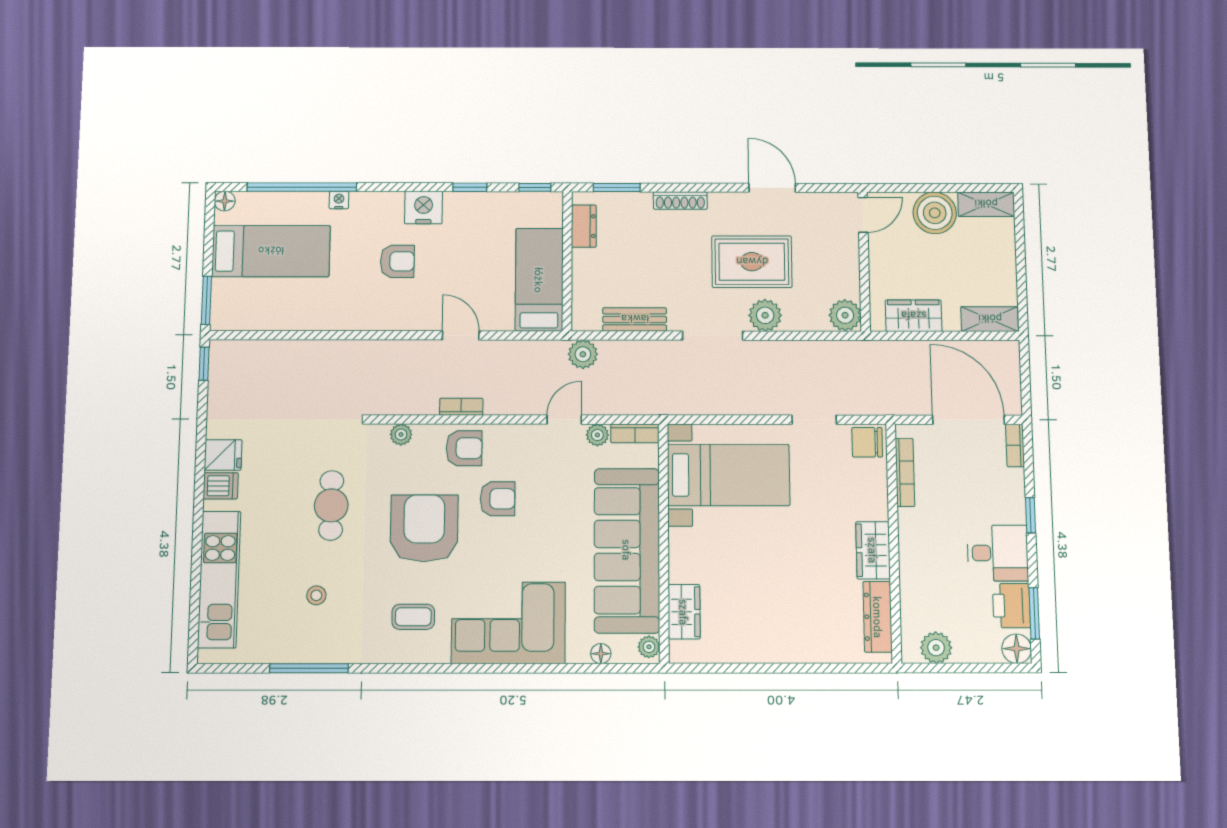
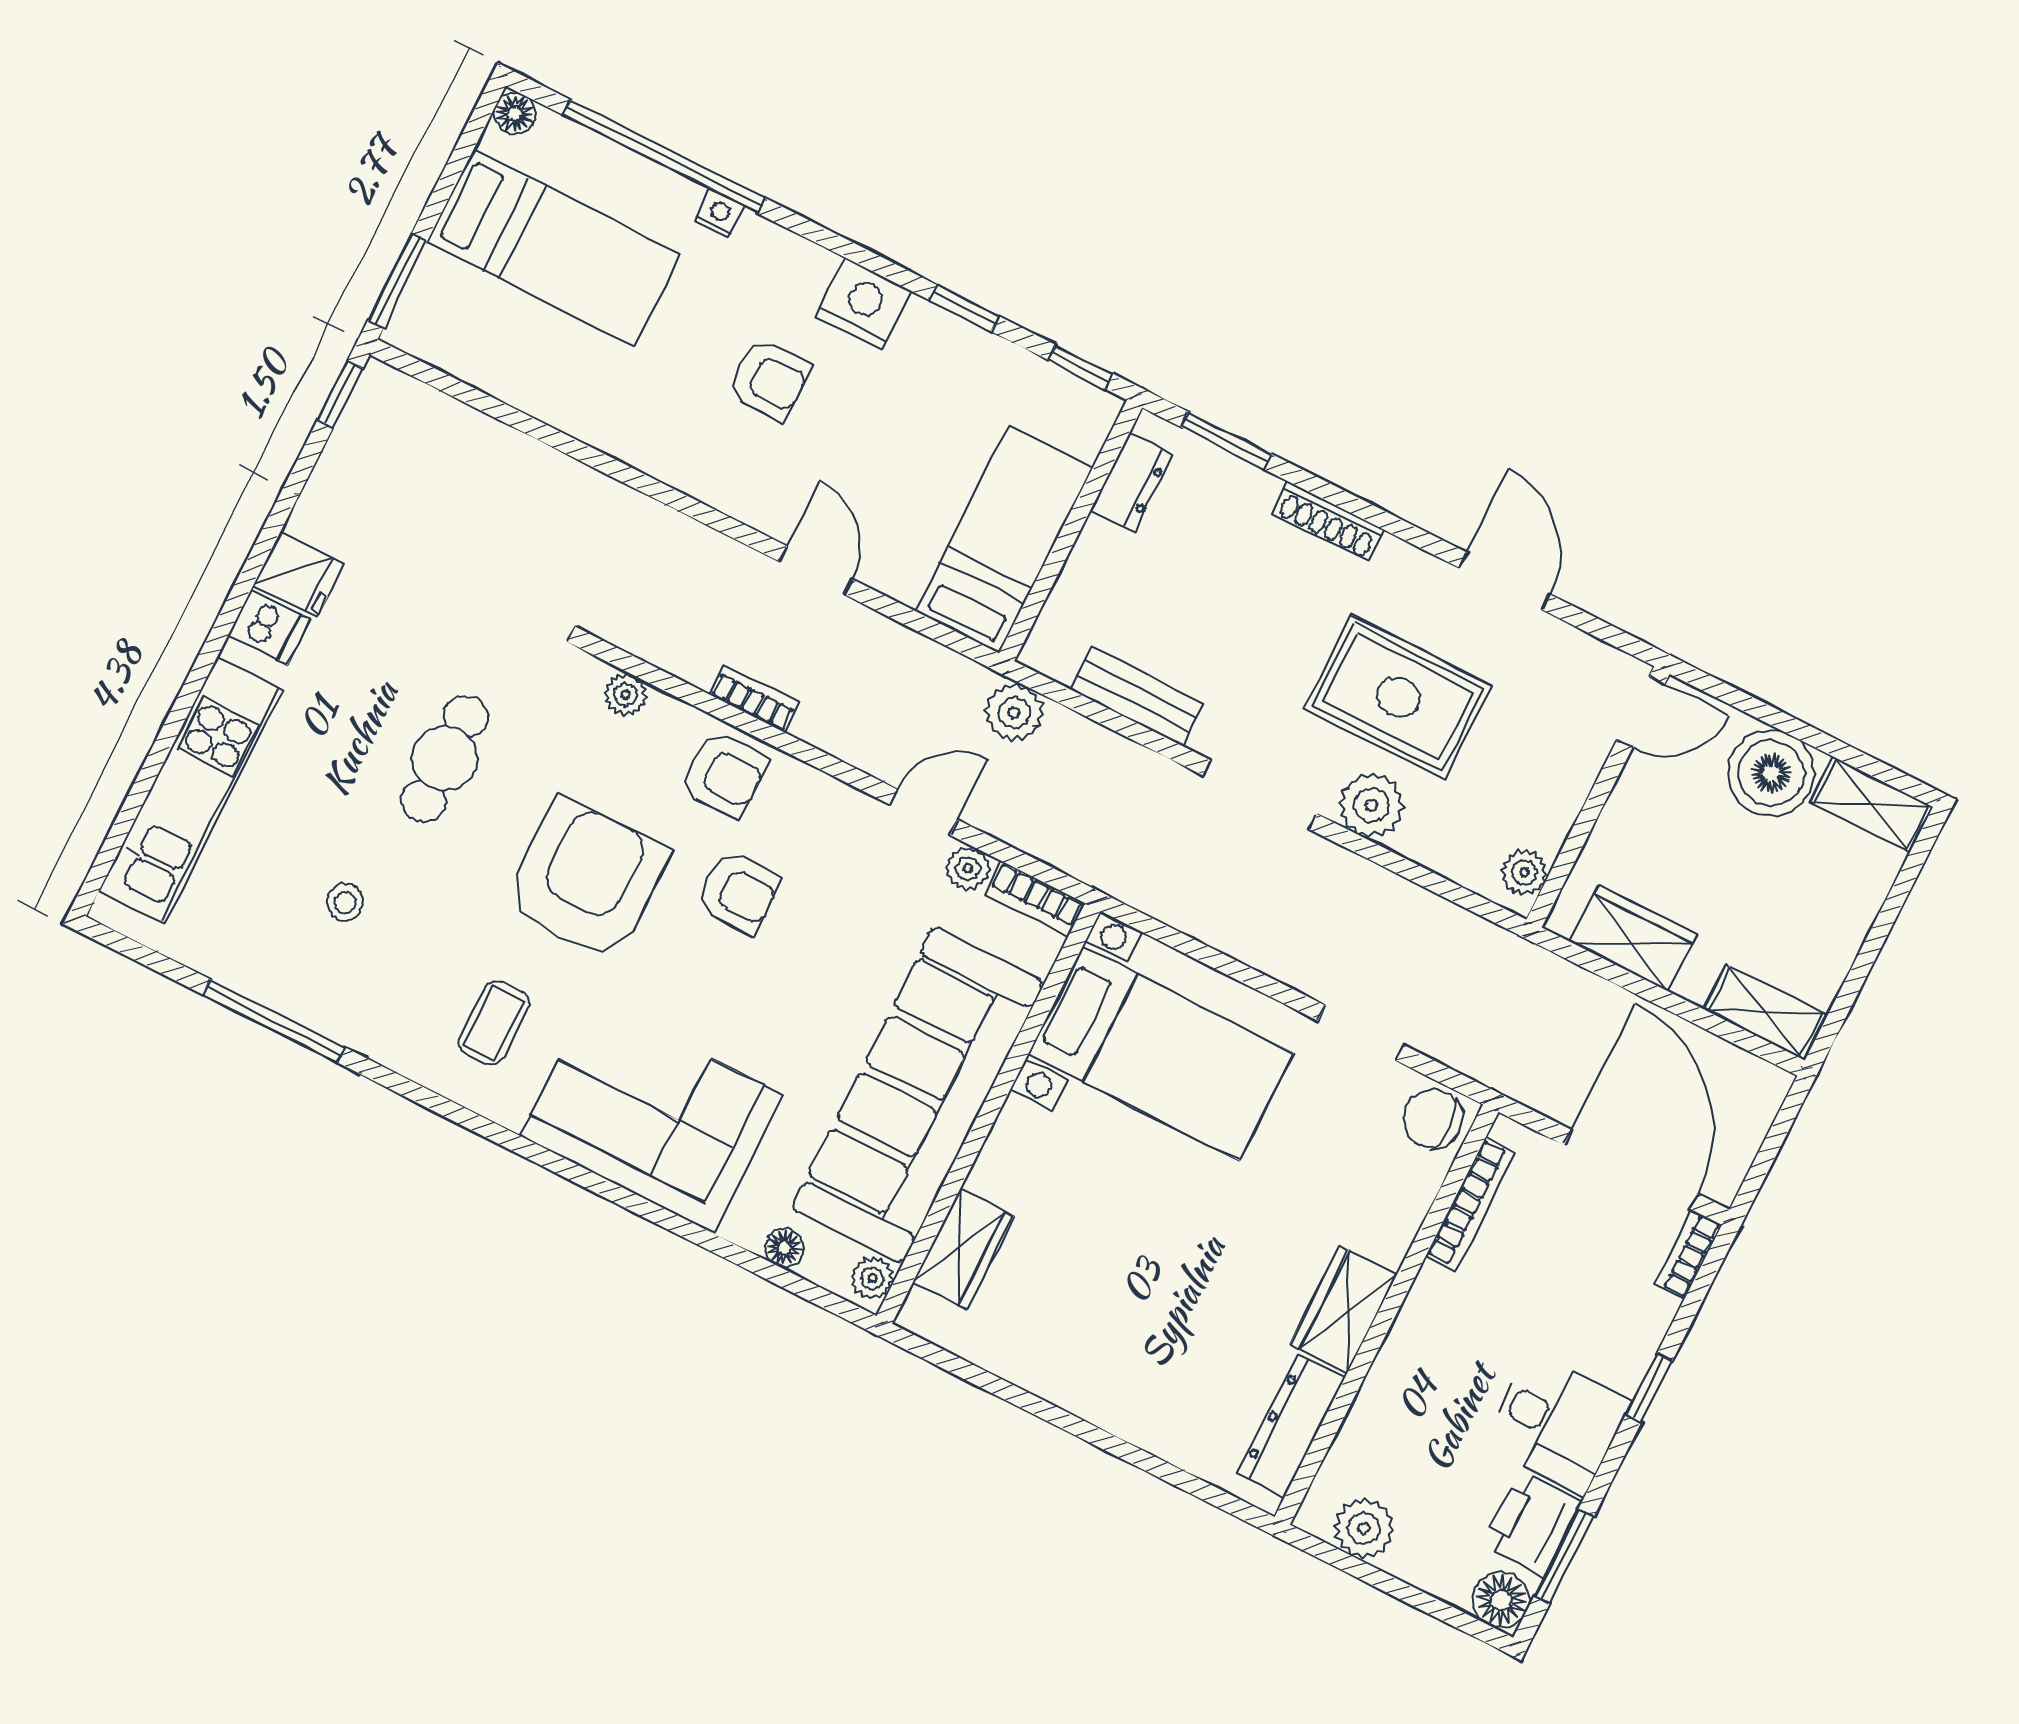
plant: (845, 315) -> (1524, 872), width x0.73, depth x0.73
coffee table: (413, 617) -> (494, 1023), turned 90

